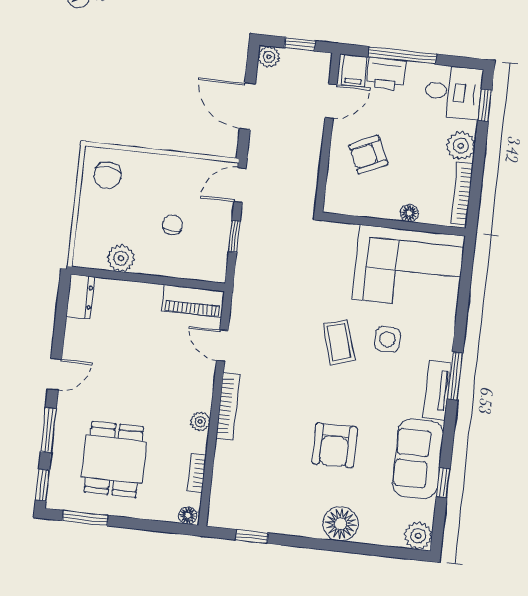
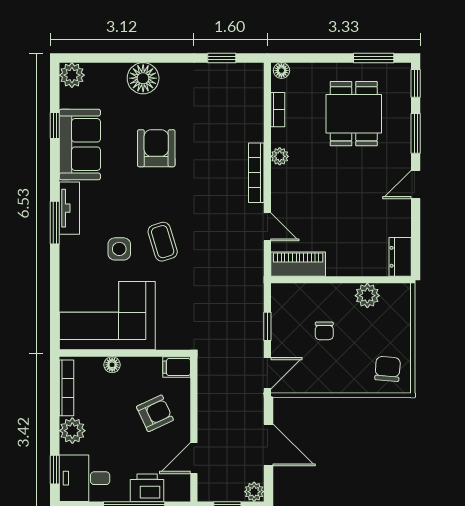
filing cabinet: (354, 71) -> (177, 367), moved, turned -90

